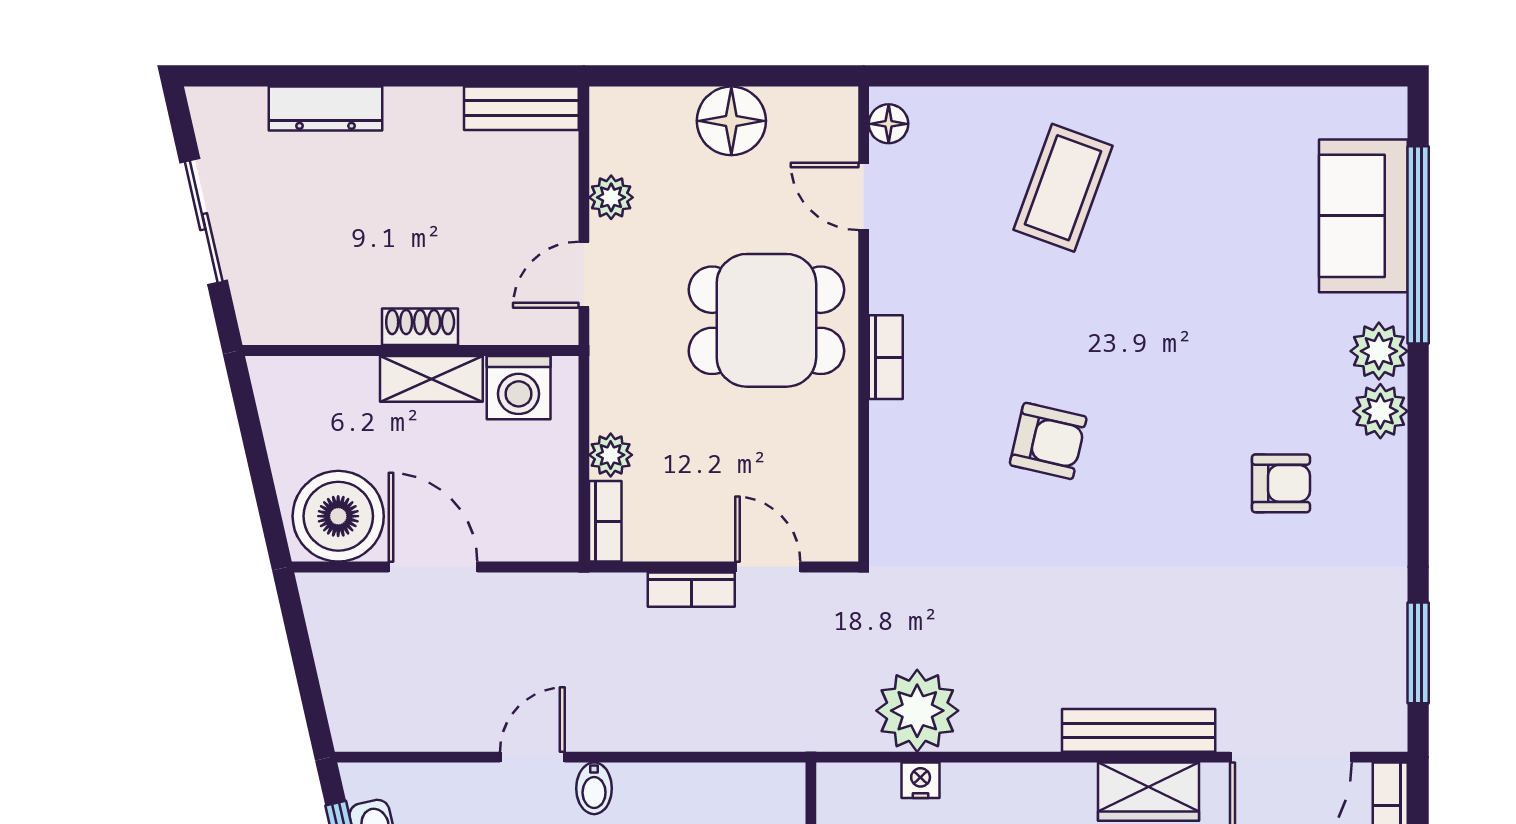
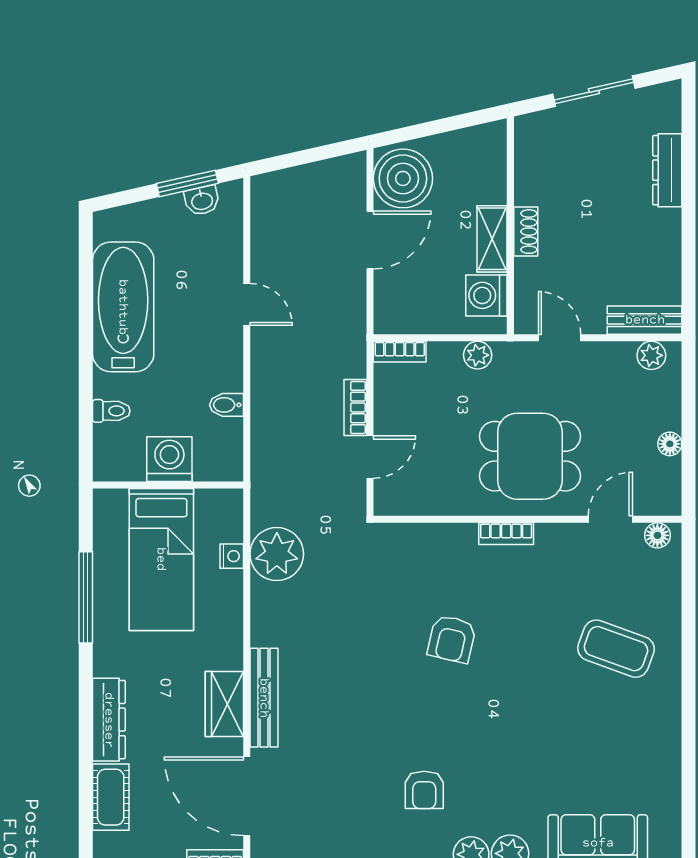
bench: (521, 108) -> (645, 320), moved, turned 90
floor lamp: (731, 121) -> (670, 444), width x0.53, depth x0.53
plant: (611, 197) -> (651, 355), moved
dining table: (766, 320) -> (530, 456), turned 90
plant: (611, 455) -> (478, 355), moved
bidet: (594, 788) -> (226, 405), moved

